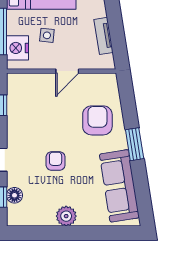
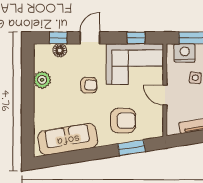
corner sofa: (31, 107) -> (135, 64), added
window: (135, 144) -> (132, 148), moved
plant: (66, 216) -> (42, 80), moved

